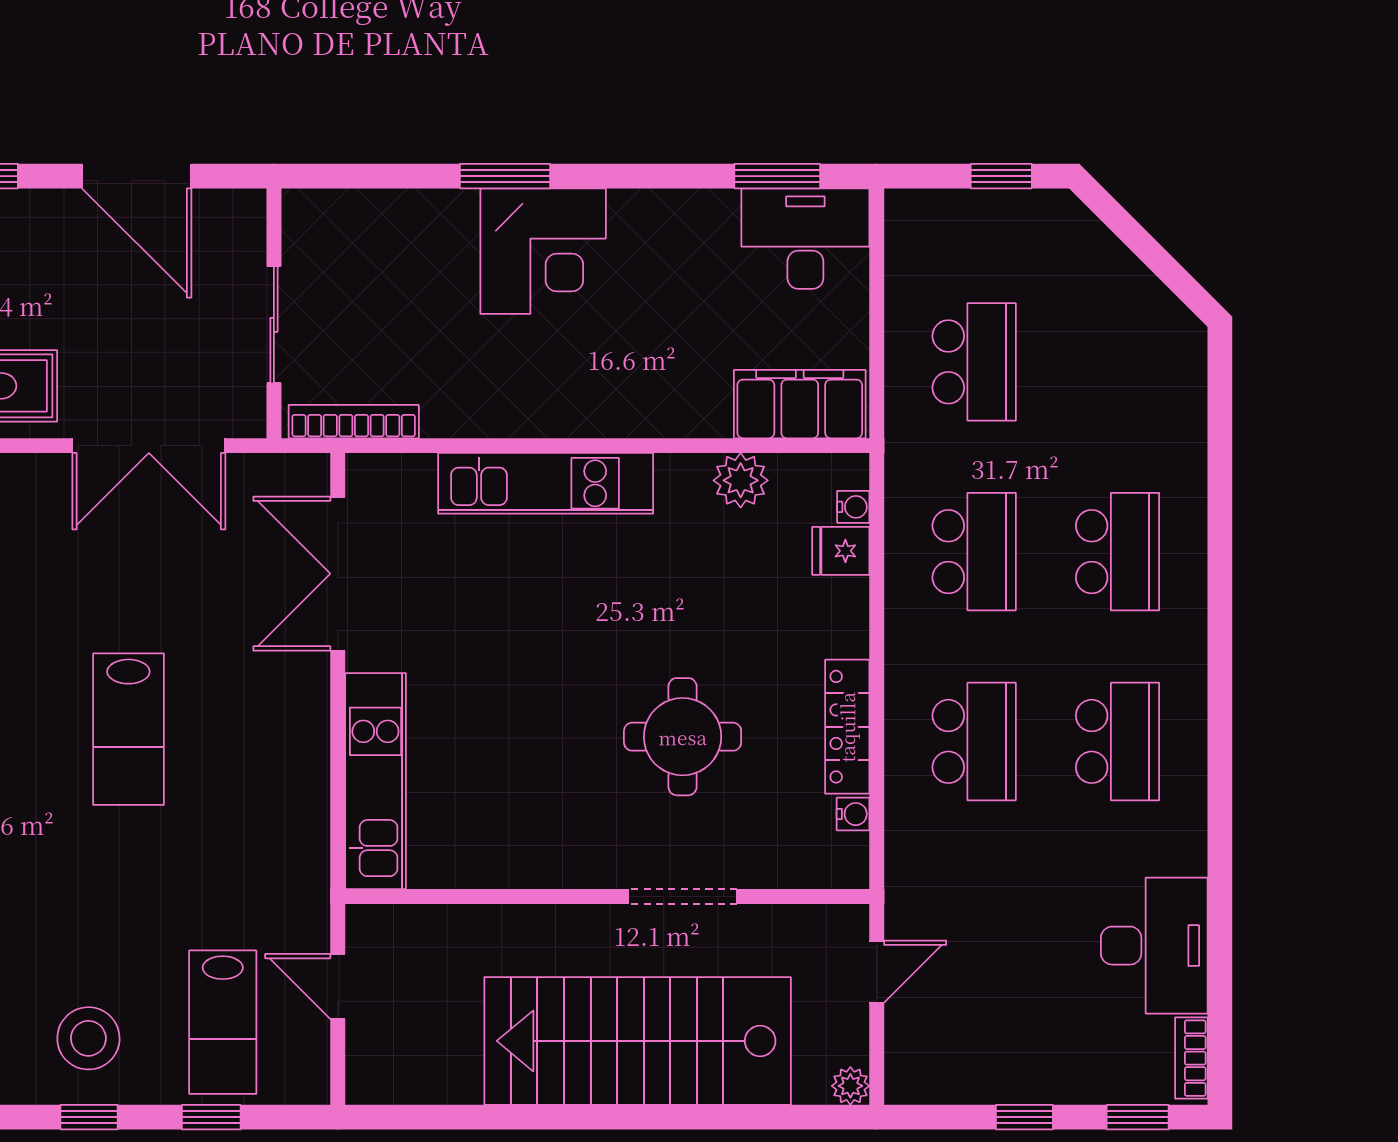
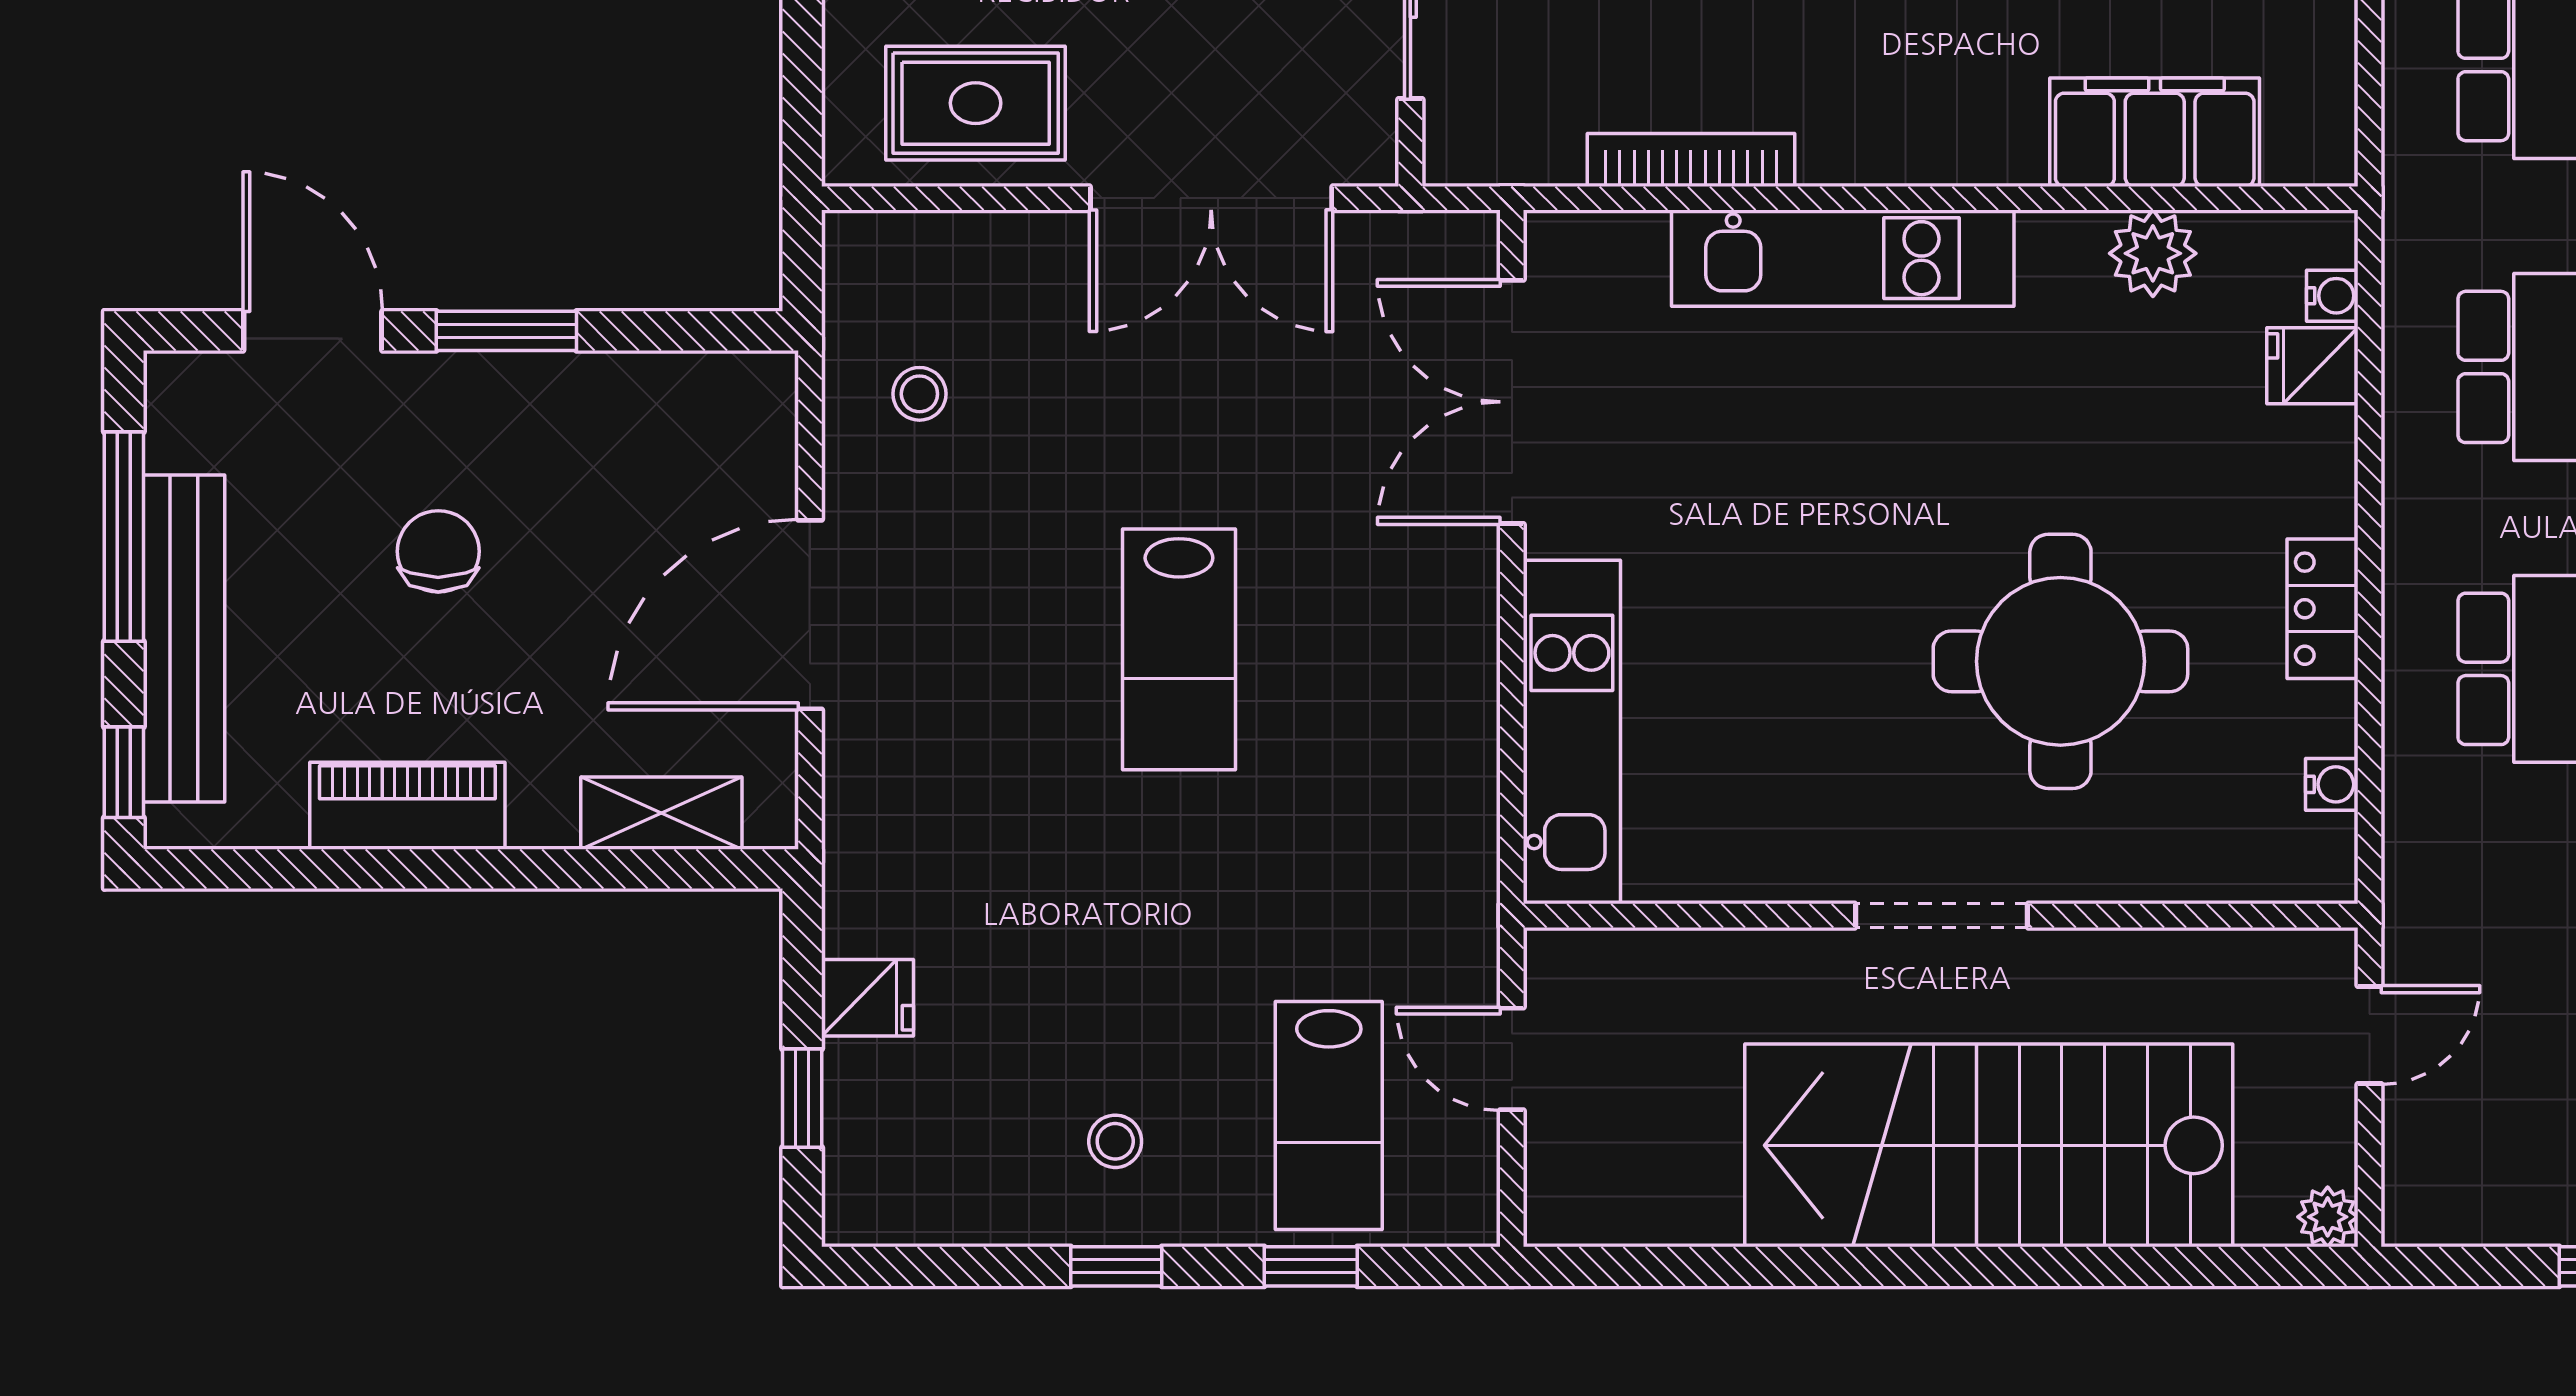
filing cabinet: (800, 404) -> (2155, 132), moved
bookcase: (354, 422) -> (1691, 160), moved
locker: (847, 727) -> (2322, 609), width x0.66
round table: (683, 737) -> (2060, 661), width x1.36, depth x1.36
doorway: (683, 897) -> (1941, 916), moved
stool: (88, 1038) -> (1115, 1141), width x0.53, depth x0.53

